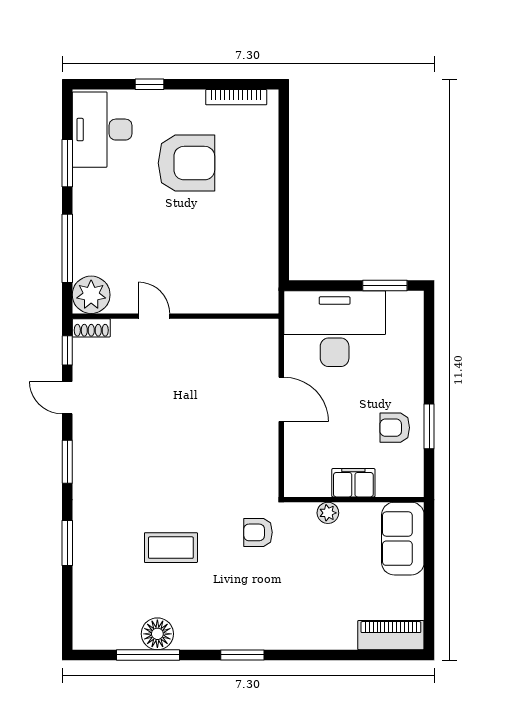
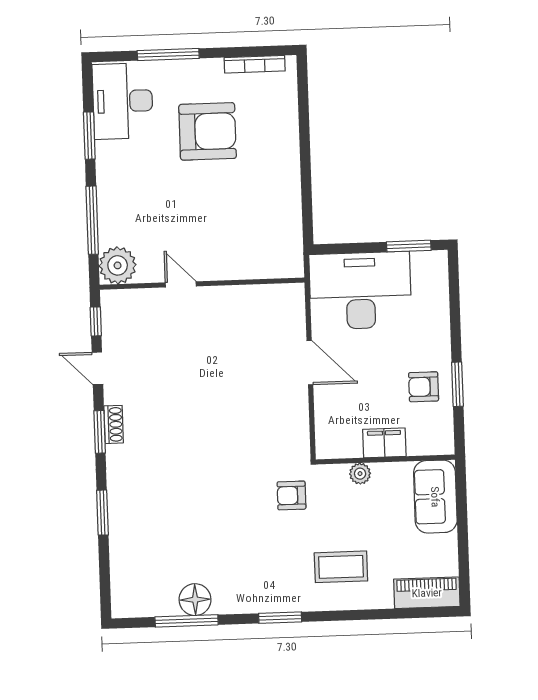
window: (150, 84) -> (168, 54), width x2.17
shoe rack: (91, 328) -> (114, 424), moved, turned -90
coffee table: (171, 548) -> (341, 567), moved

